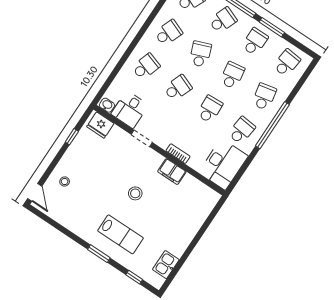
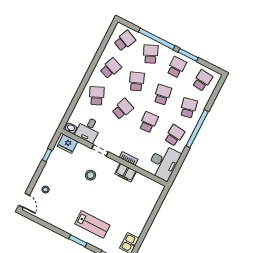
school desk: (223, 20) -> (151, 54), turned -45
school desk: (146, 67) -> (97, 96), turned -42
stool: (135, 193) -> (91, 175), moved

